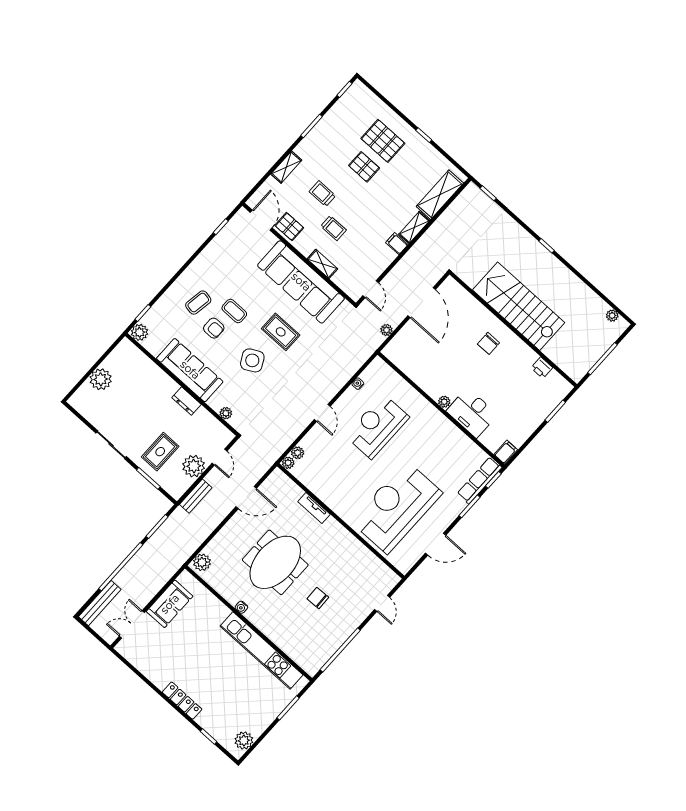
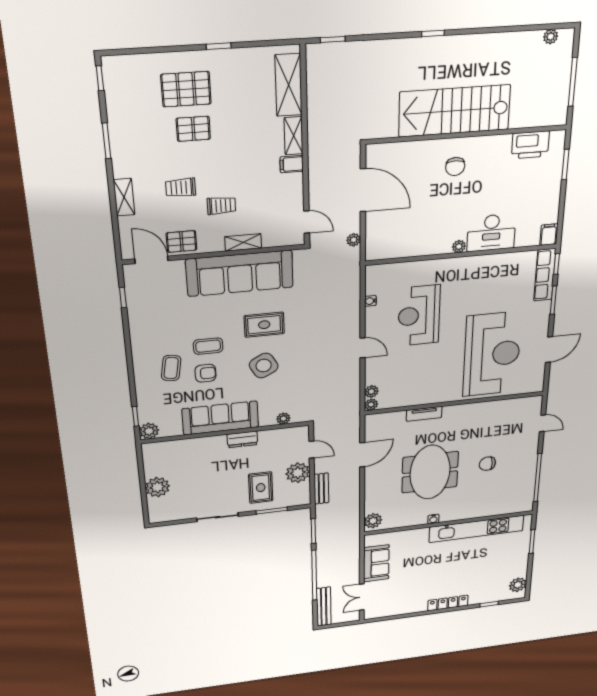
printer: (542, 368) -> (530, 145), width x1.87, depth x1.48
reception desk: (397, 507) -> (492, 354), turned 180

